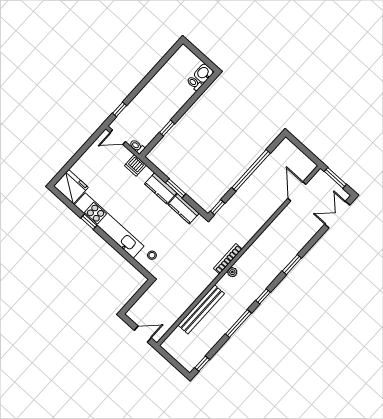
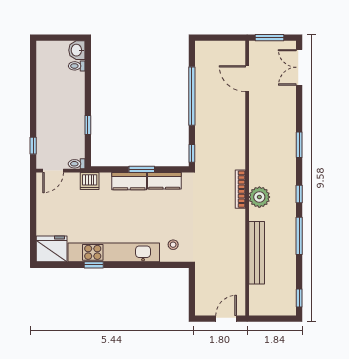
plant: (232, 272) -> (259, 197), width x1.88, depth x1.88

